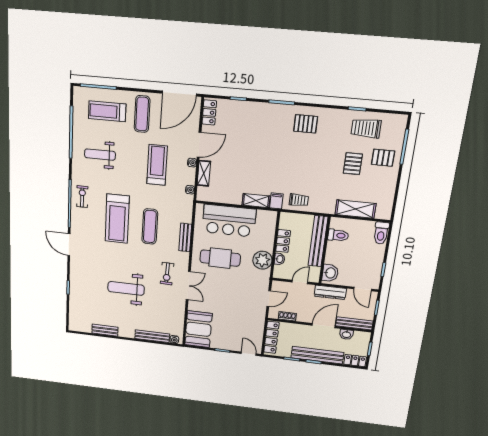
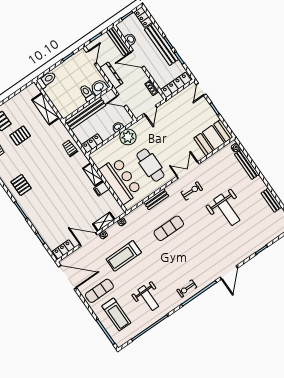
filing cabinet: (276, 201) -> (101, 189), moved
treadmill: (117, 219) -> (182, 254), removed
toilet: (338, 235) -> (87, 93), moved
locker: (283, 241) -> (92, 143), moved
door: (269, 299) -> (150, 110), swing flipped

